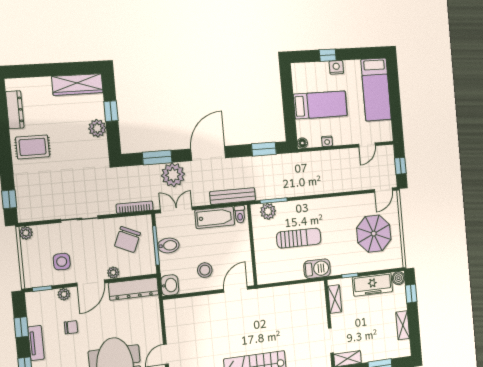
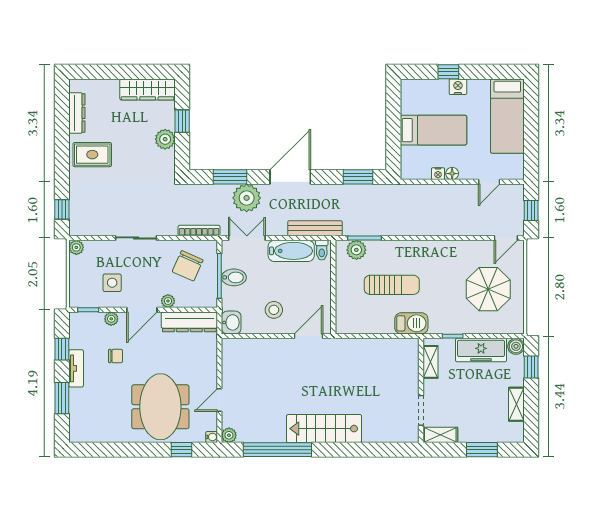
floor lamp: (302, 143) -> (452, 174), moved

